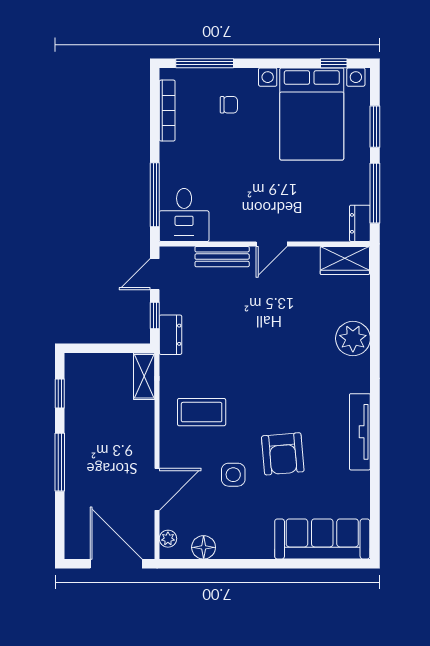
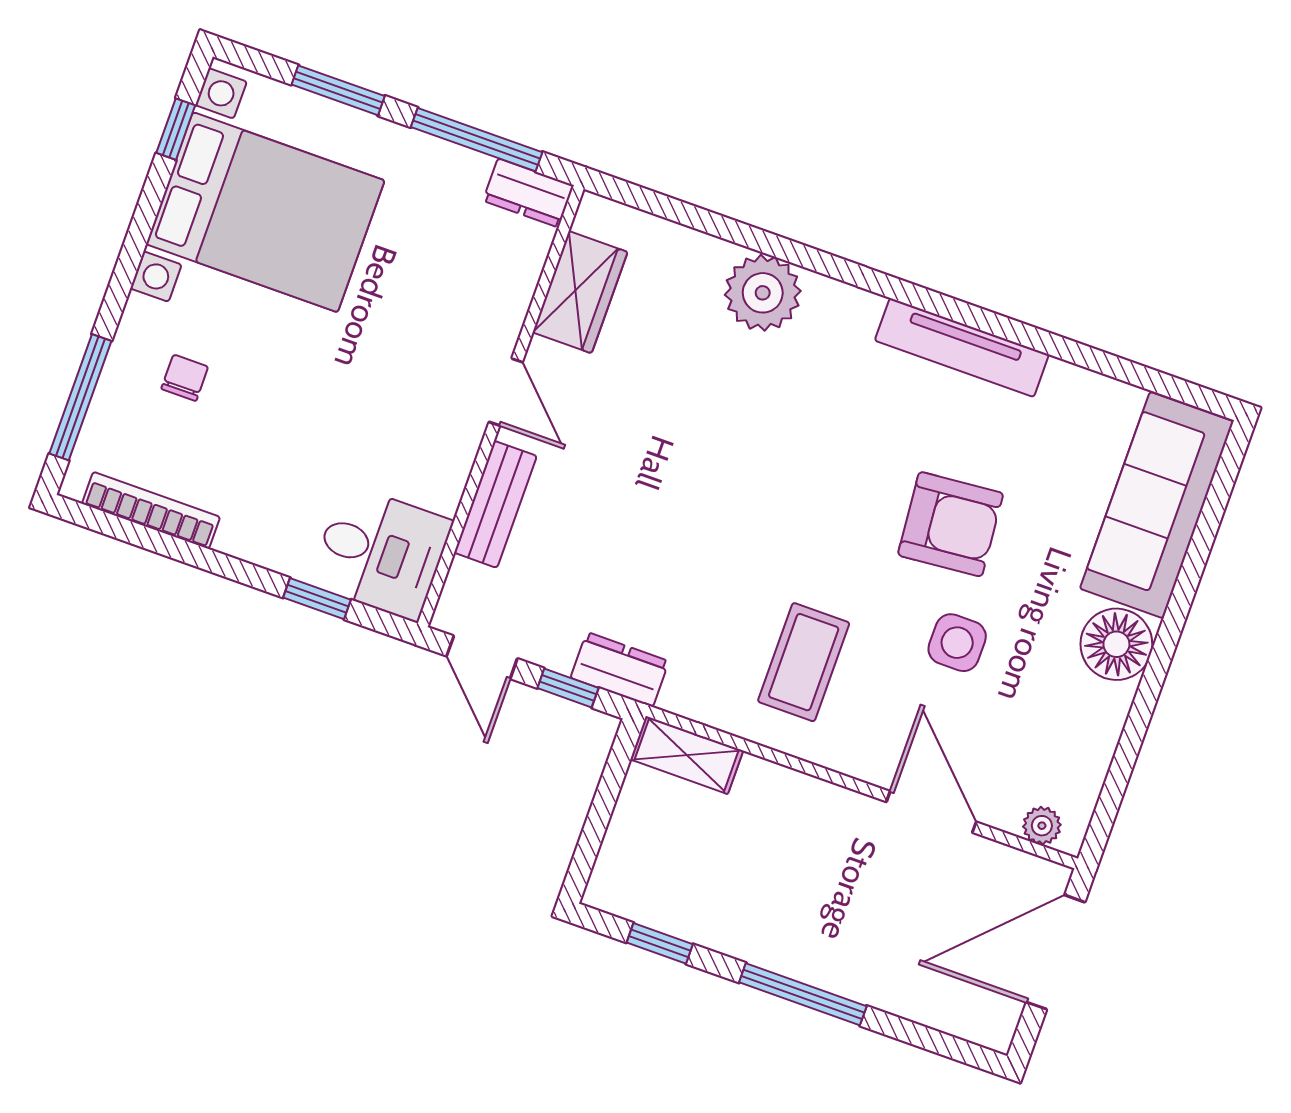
window: (155, 195) -> (317, 599), width x0.46
wardrobe: (345, 260) -> (580, 292), moved
floor lamp: (204, 547) -> (1116, 644), moved, width x1.38, depth x1.38

